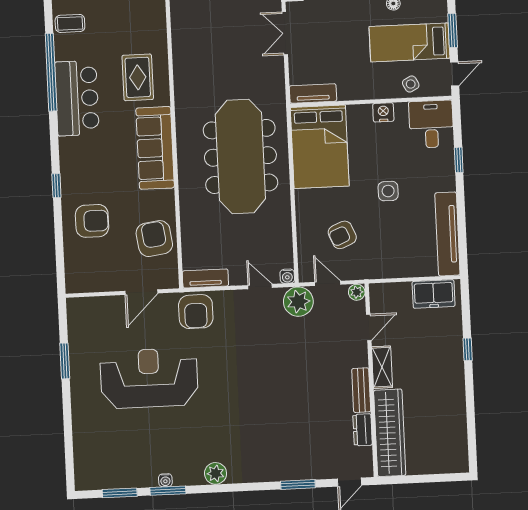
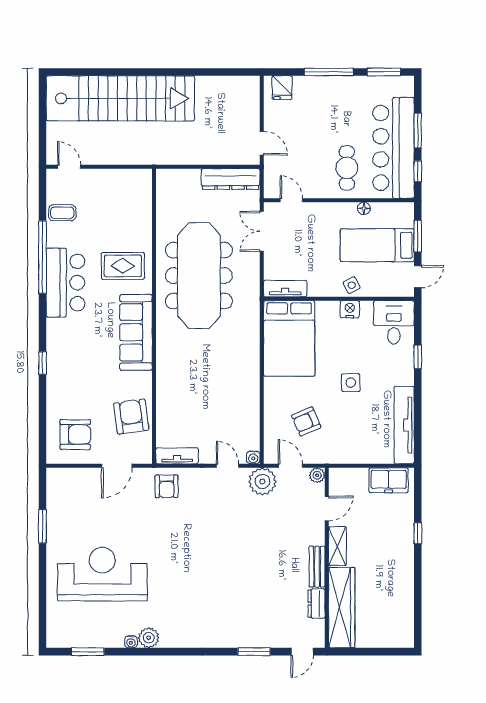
rug: (138, 77) -> (123, 266), turned 90
side table: (411, 84) -> (352, 285), moved
meeting table: (240, 156) -> (199, 276), moved
armchair: (92, 221) -> (75, 435), moved
armchair: (196, 312) -> (167, 486), width x0.72, depth x0.72
reception desk: (149, 378) -> (102, 574), moved
plant: (216, 473) -> (149, 638), moved
window: (168, 491) -> (133, 652), removed

